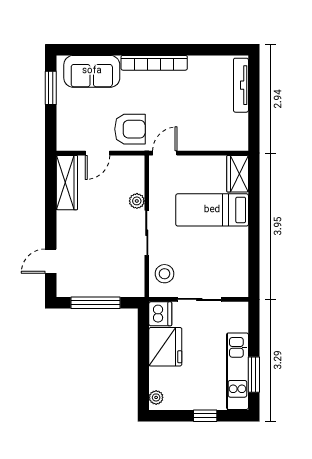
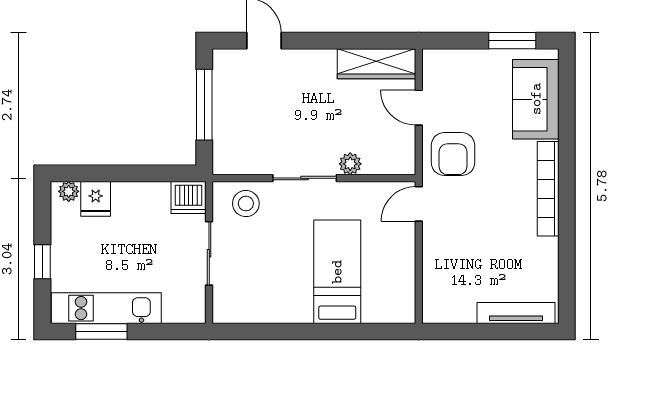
door: (165, 153) -> (419, 204), swing flipped
wardrobe: (238, 174) -> (389, 308), removed
fridge: (165, 347) -> (96, 199), moved, width x0.53, depth x0.75

